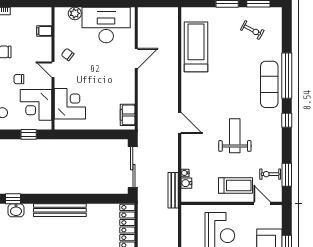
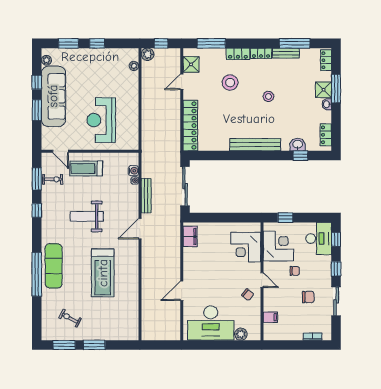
treadmill: (196, 47) -> (103, 273), moved
window: (287, 120) -> (37, 211), moved
door: (180, 123) -> (140, 229), hinge flipped
weight bench: (235, 136) -> (87, 216), turned 90
bench: (173, 190) -> (146, 196), moved

